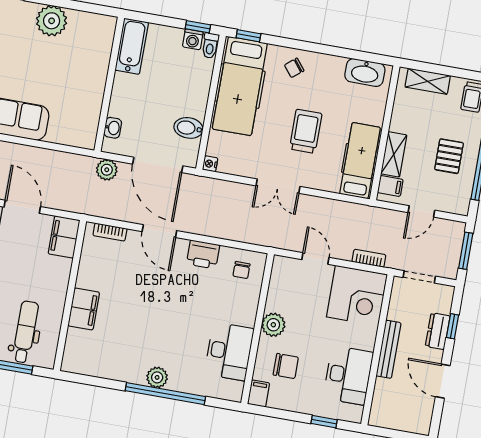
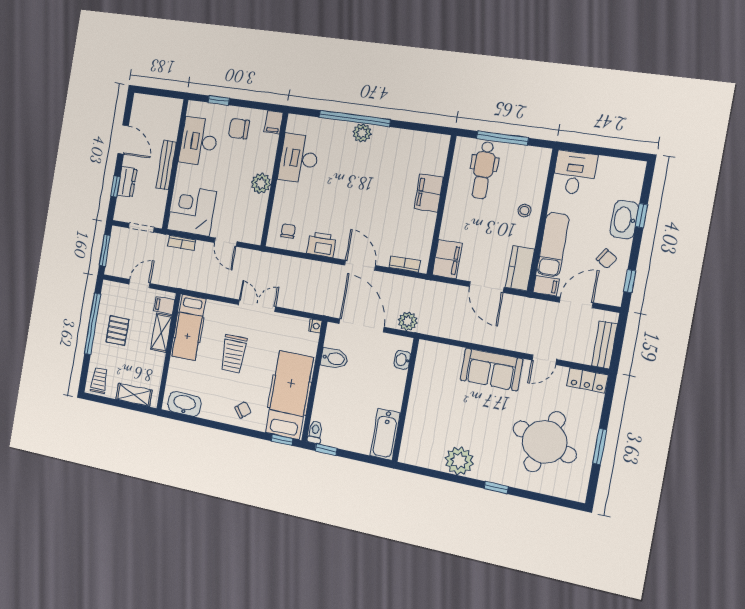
washing machine: (193, 39) -> (330, 438), removed
chair: (286, 366) -> (239, 129), moved

